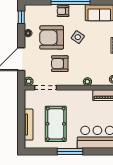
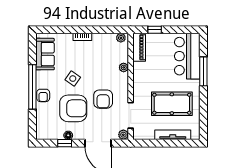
window: (21, 17) -> (65, 143), moved
armchair: (52, 37) -> (73, 108), turned -90
window: (70, 151) -> (203, 71), moved

